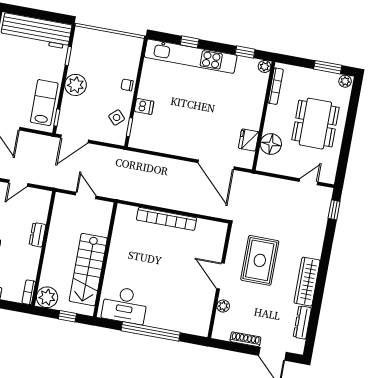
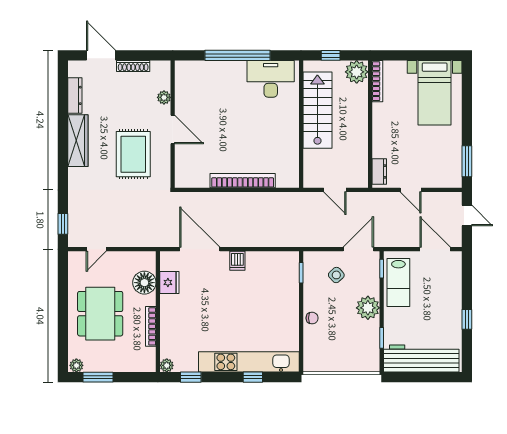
bookcase: (276, 86) -> (151, 326), moved
dishwasher: (144, 106) -> (237, 261), moved, turned -90
side table: (117, 118) -> (336, 275), moved
door: (18, 183) -> (411, 190), swing flipped
dresser: (38, 235) -> (379, 171), moved
bookcase: (29, 292) -> (377, 81), width x1.56

